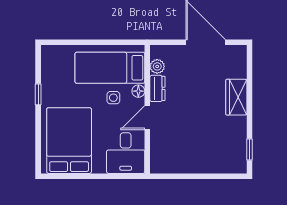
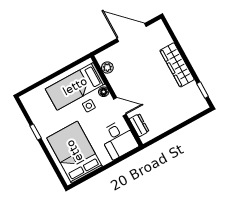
dresser: (157, 88) -> (139, 125), moved
wardrobe: (236, 97) -> (177, 65), width x1.50
door: (147, 118) -> (120, 107), swing flipped

